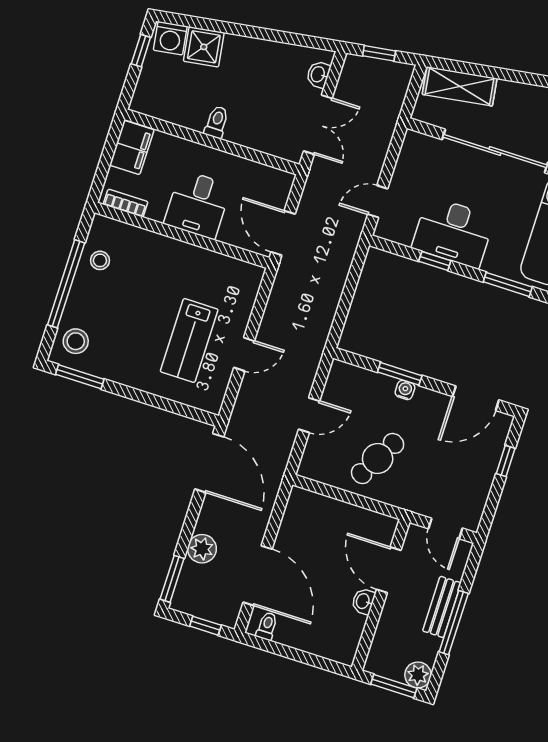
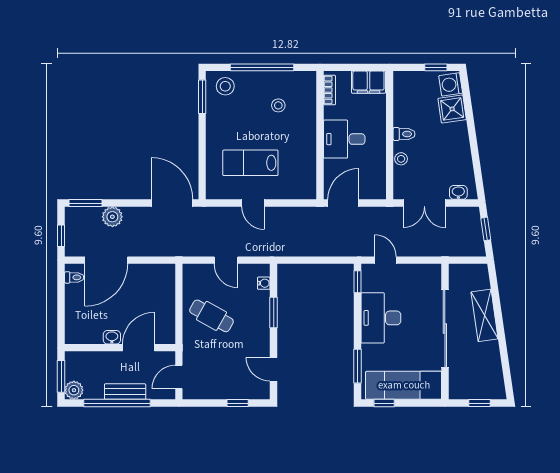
shelving: (460, 86) -> (485, 315), moved
stool: (249, 137) -> (401, 159), added
stool: (100, 260) -> (278, 105), moved
window: (435, 261) -> (357, 282), moved
water cooler: (405, 390) -> (264, 283), moved
door: (476, 398) -> (274, 369), width x0.73
door: (209, 463) -> (172, 203), swing flipped
window: (454, 623) -> (117, 403), width x1.46

